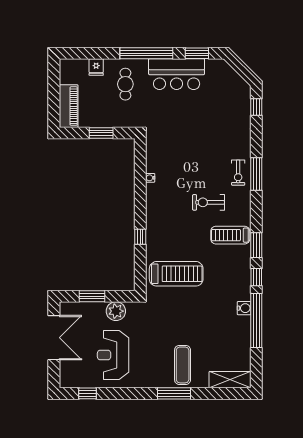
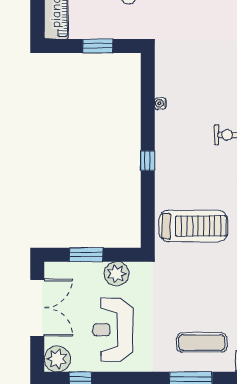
window: (140, 237) -> (148, 161), moved
exercise mat: (183, 365) -> (202, 343), turned 90
plant: (70, 378) -> (57, 359), added

